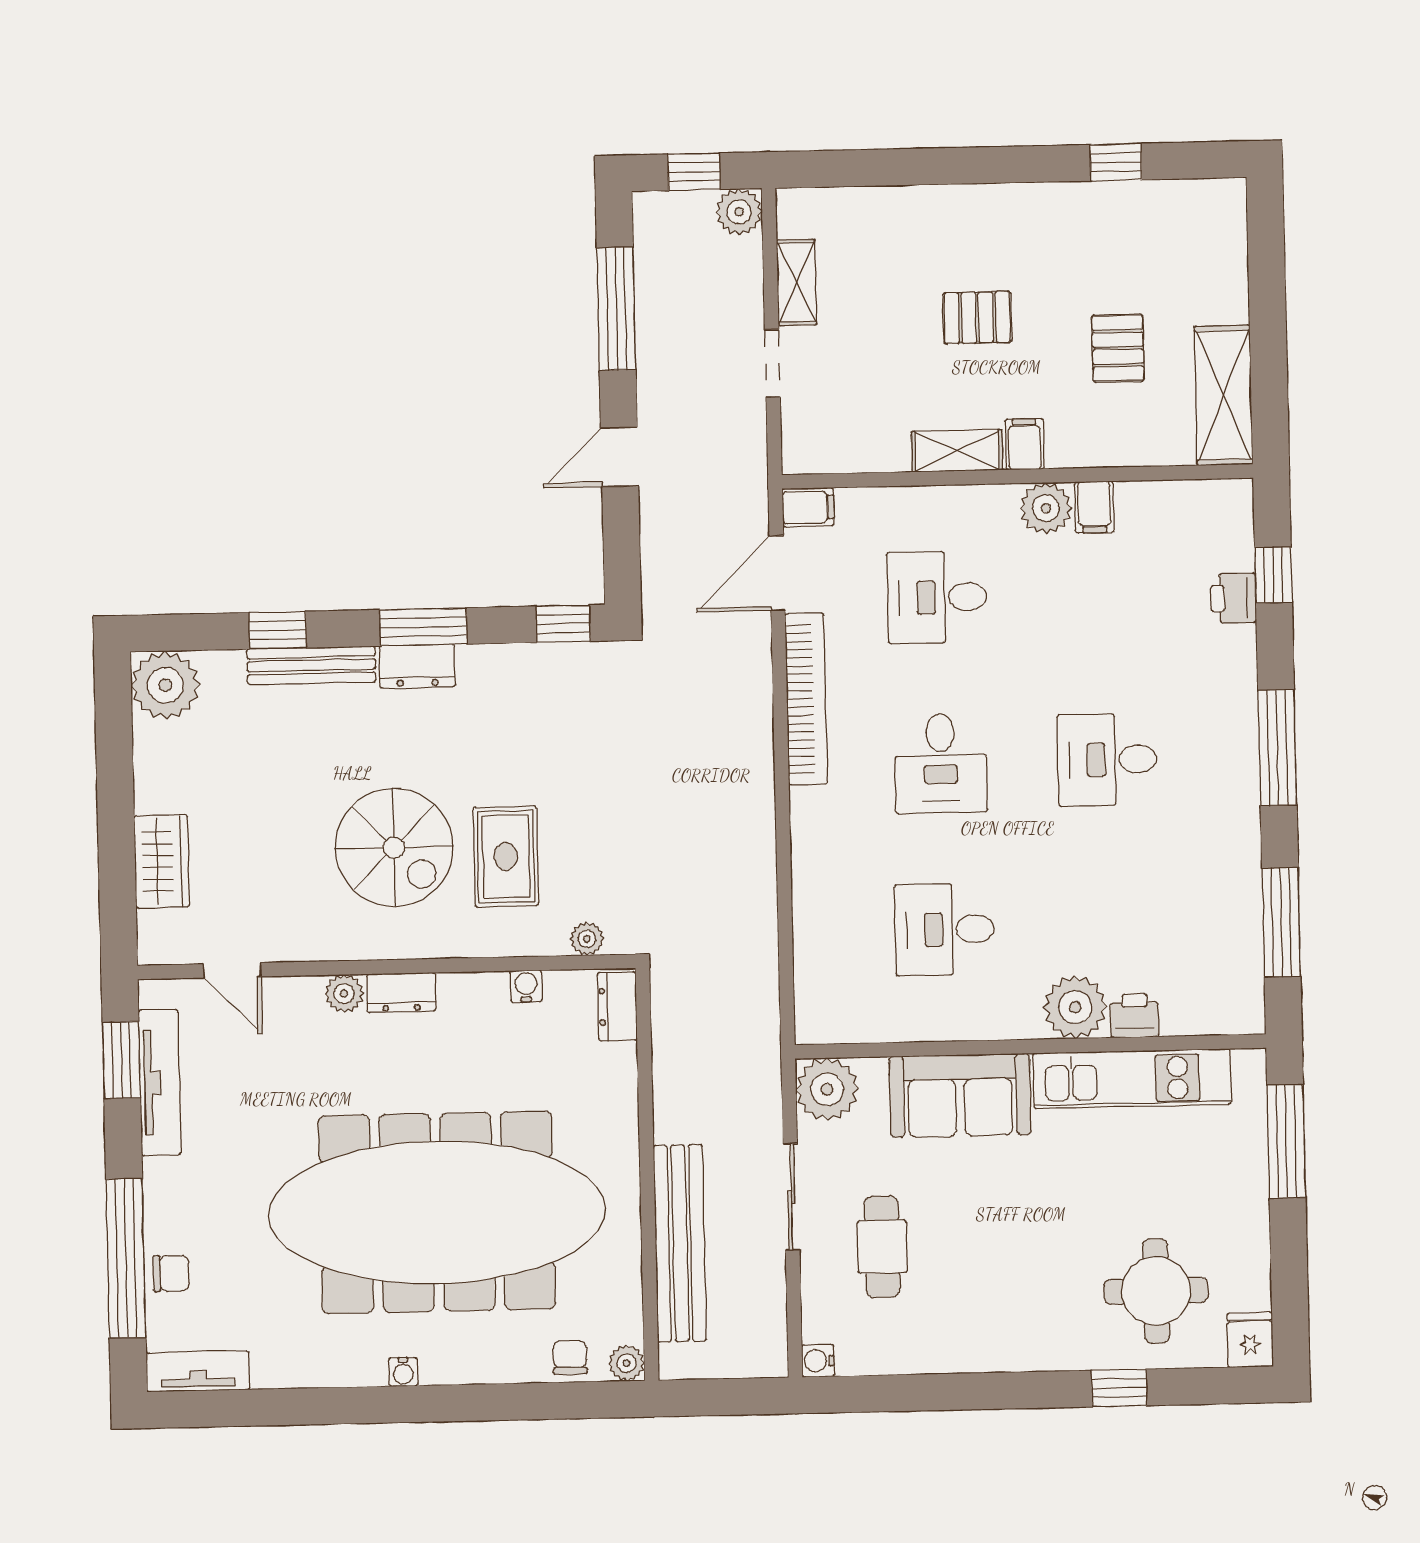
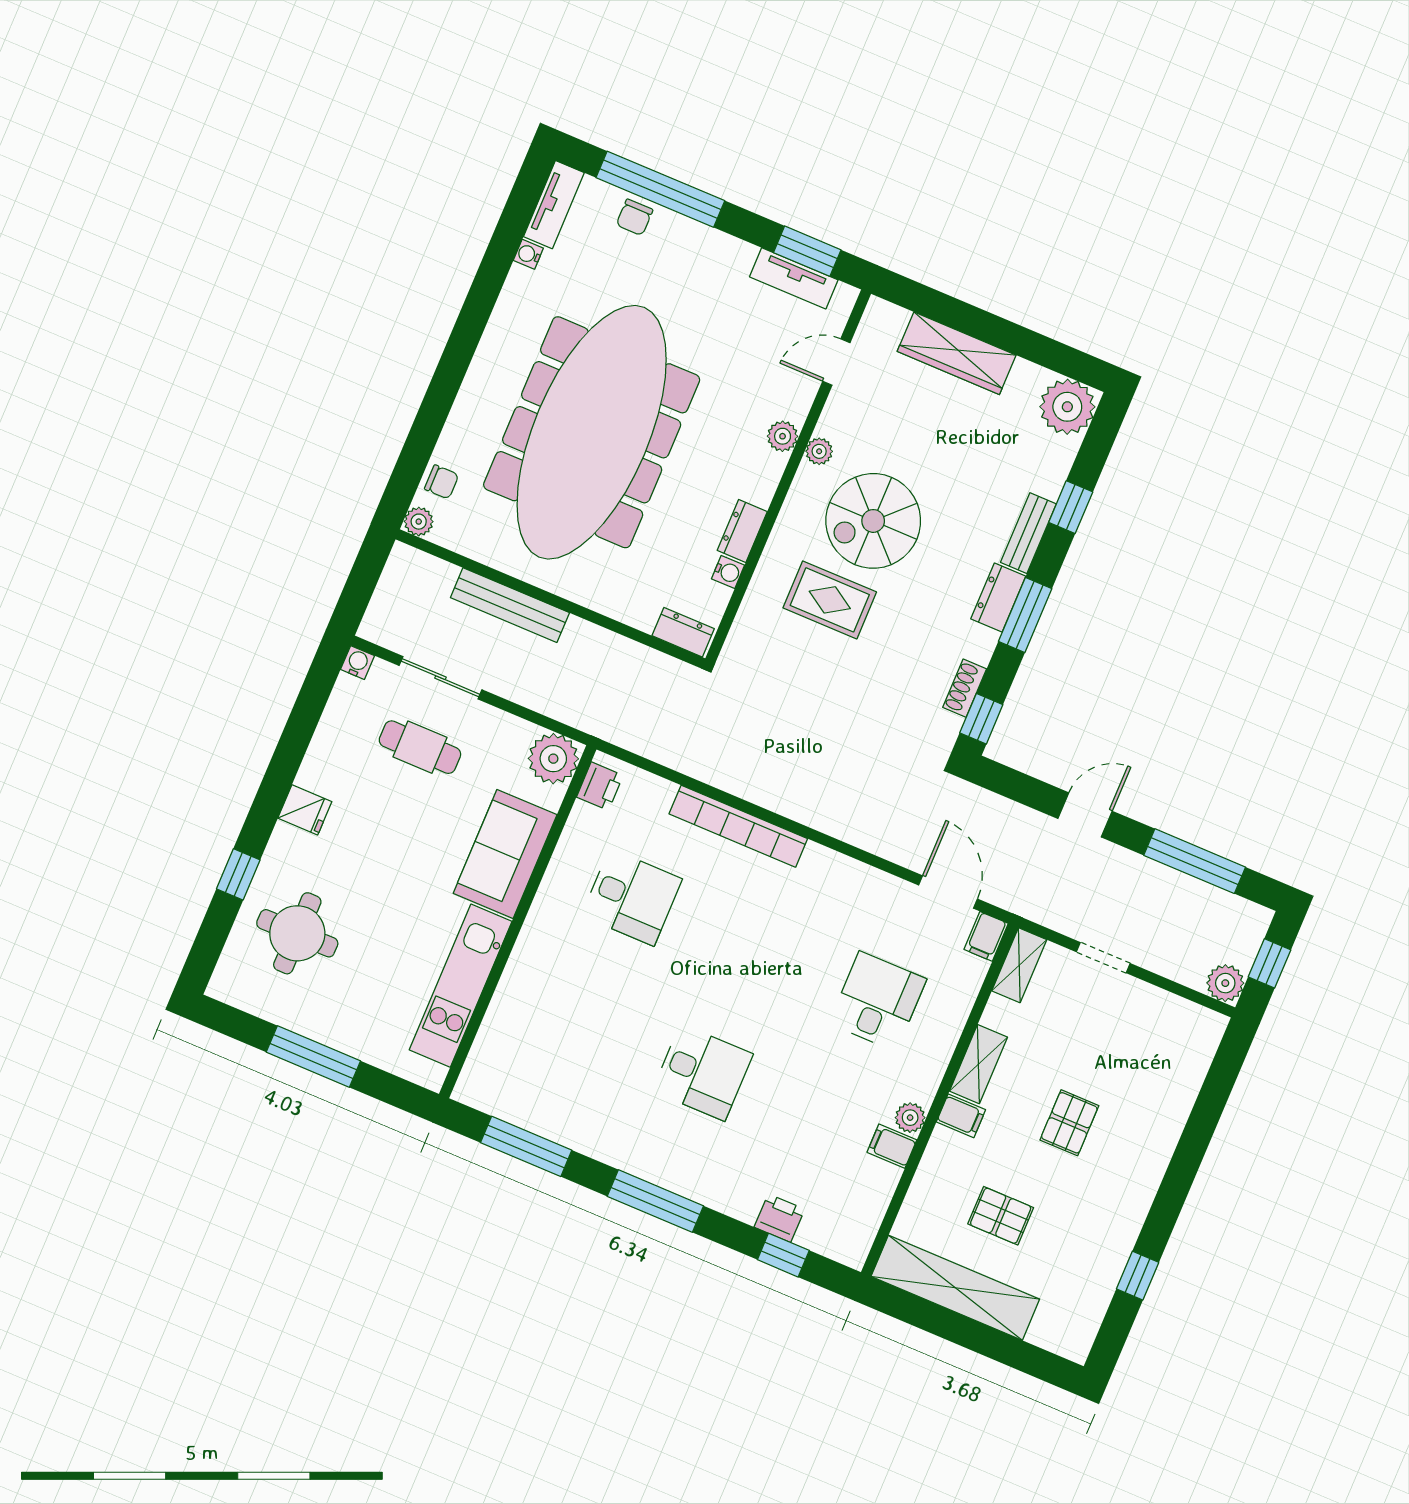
shelving: (797, 282) -> (1019, 965), moved, turned 90
shelving: (1223, 395) -> (955, 1288), width x1.47
door: (620, 457) -> (1085, 815), hinge flipped
plant: (1046, 508) -> (910, 1118), width x0.73, depth x0.73
shoe rack: (537, 658) -> (965, 688), added
bench: (311, 665) -> (1028, 533), width x0.73
bookcase: (806, 699) -> (738, 826), moved
desk: (1107, 760) -> (703, 1072), turned 90
desk: (941, 763) -> (755, 949), removed
wardrobe: (162, 861) -> (957, 353), width x1.50
desk: (944, 929) -> (632, 897), turned 90
plant: (587, 939) -> (819, 451), moved
dresser: (401, 993) -> (742, 531), moved
plant: (1075, 1007) -> (532, 968), removed
printer: (1135, 1016) -> (600, 786), moved
tv unit: (160, 1083) -> (794, 278), width x0.71
window: (1286, 1141) -> (313, 1057), moved
sliding door: (791, 1197) -> (440, 678), moved
bench: (680, 1243) -> (510, 605), width x0.73, depth x0.82
fridge: (1250, 1340) -> (305, 810), moved
water cooler: (403, 1372) -> (528, 254), moved

